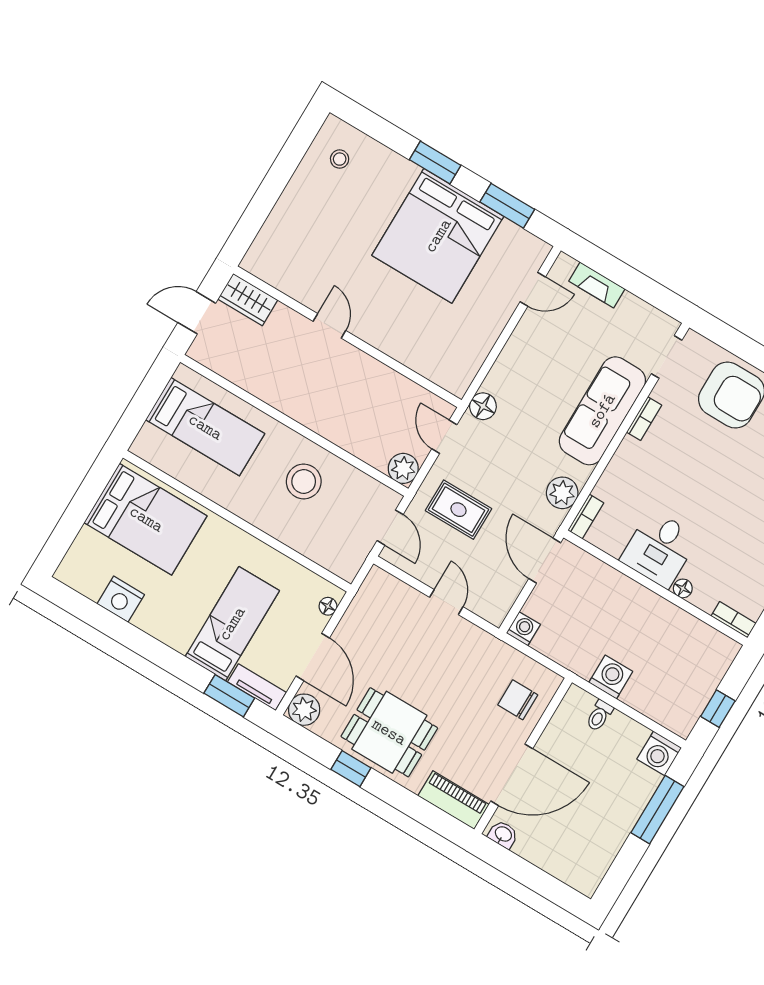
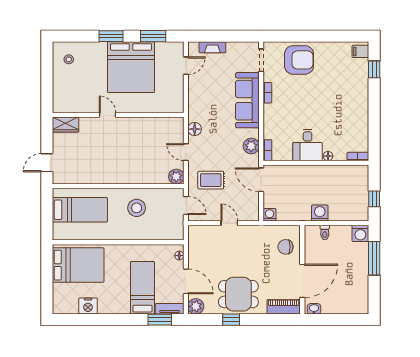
wardrobe: (248, 300) -> (65, 125), moved
door: (329, 326) -> (107, 115), moved
wall: (347, 337) -> (118, 115), moved

